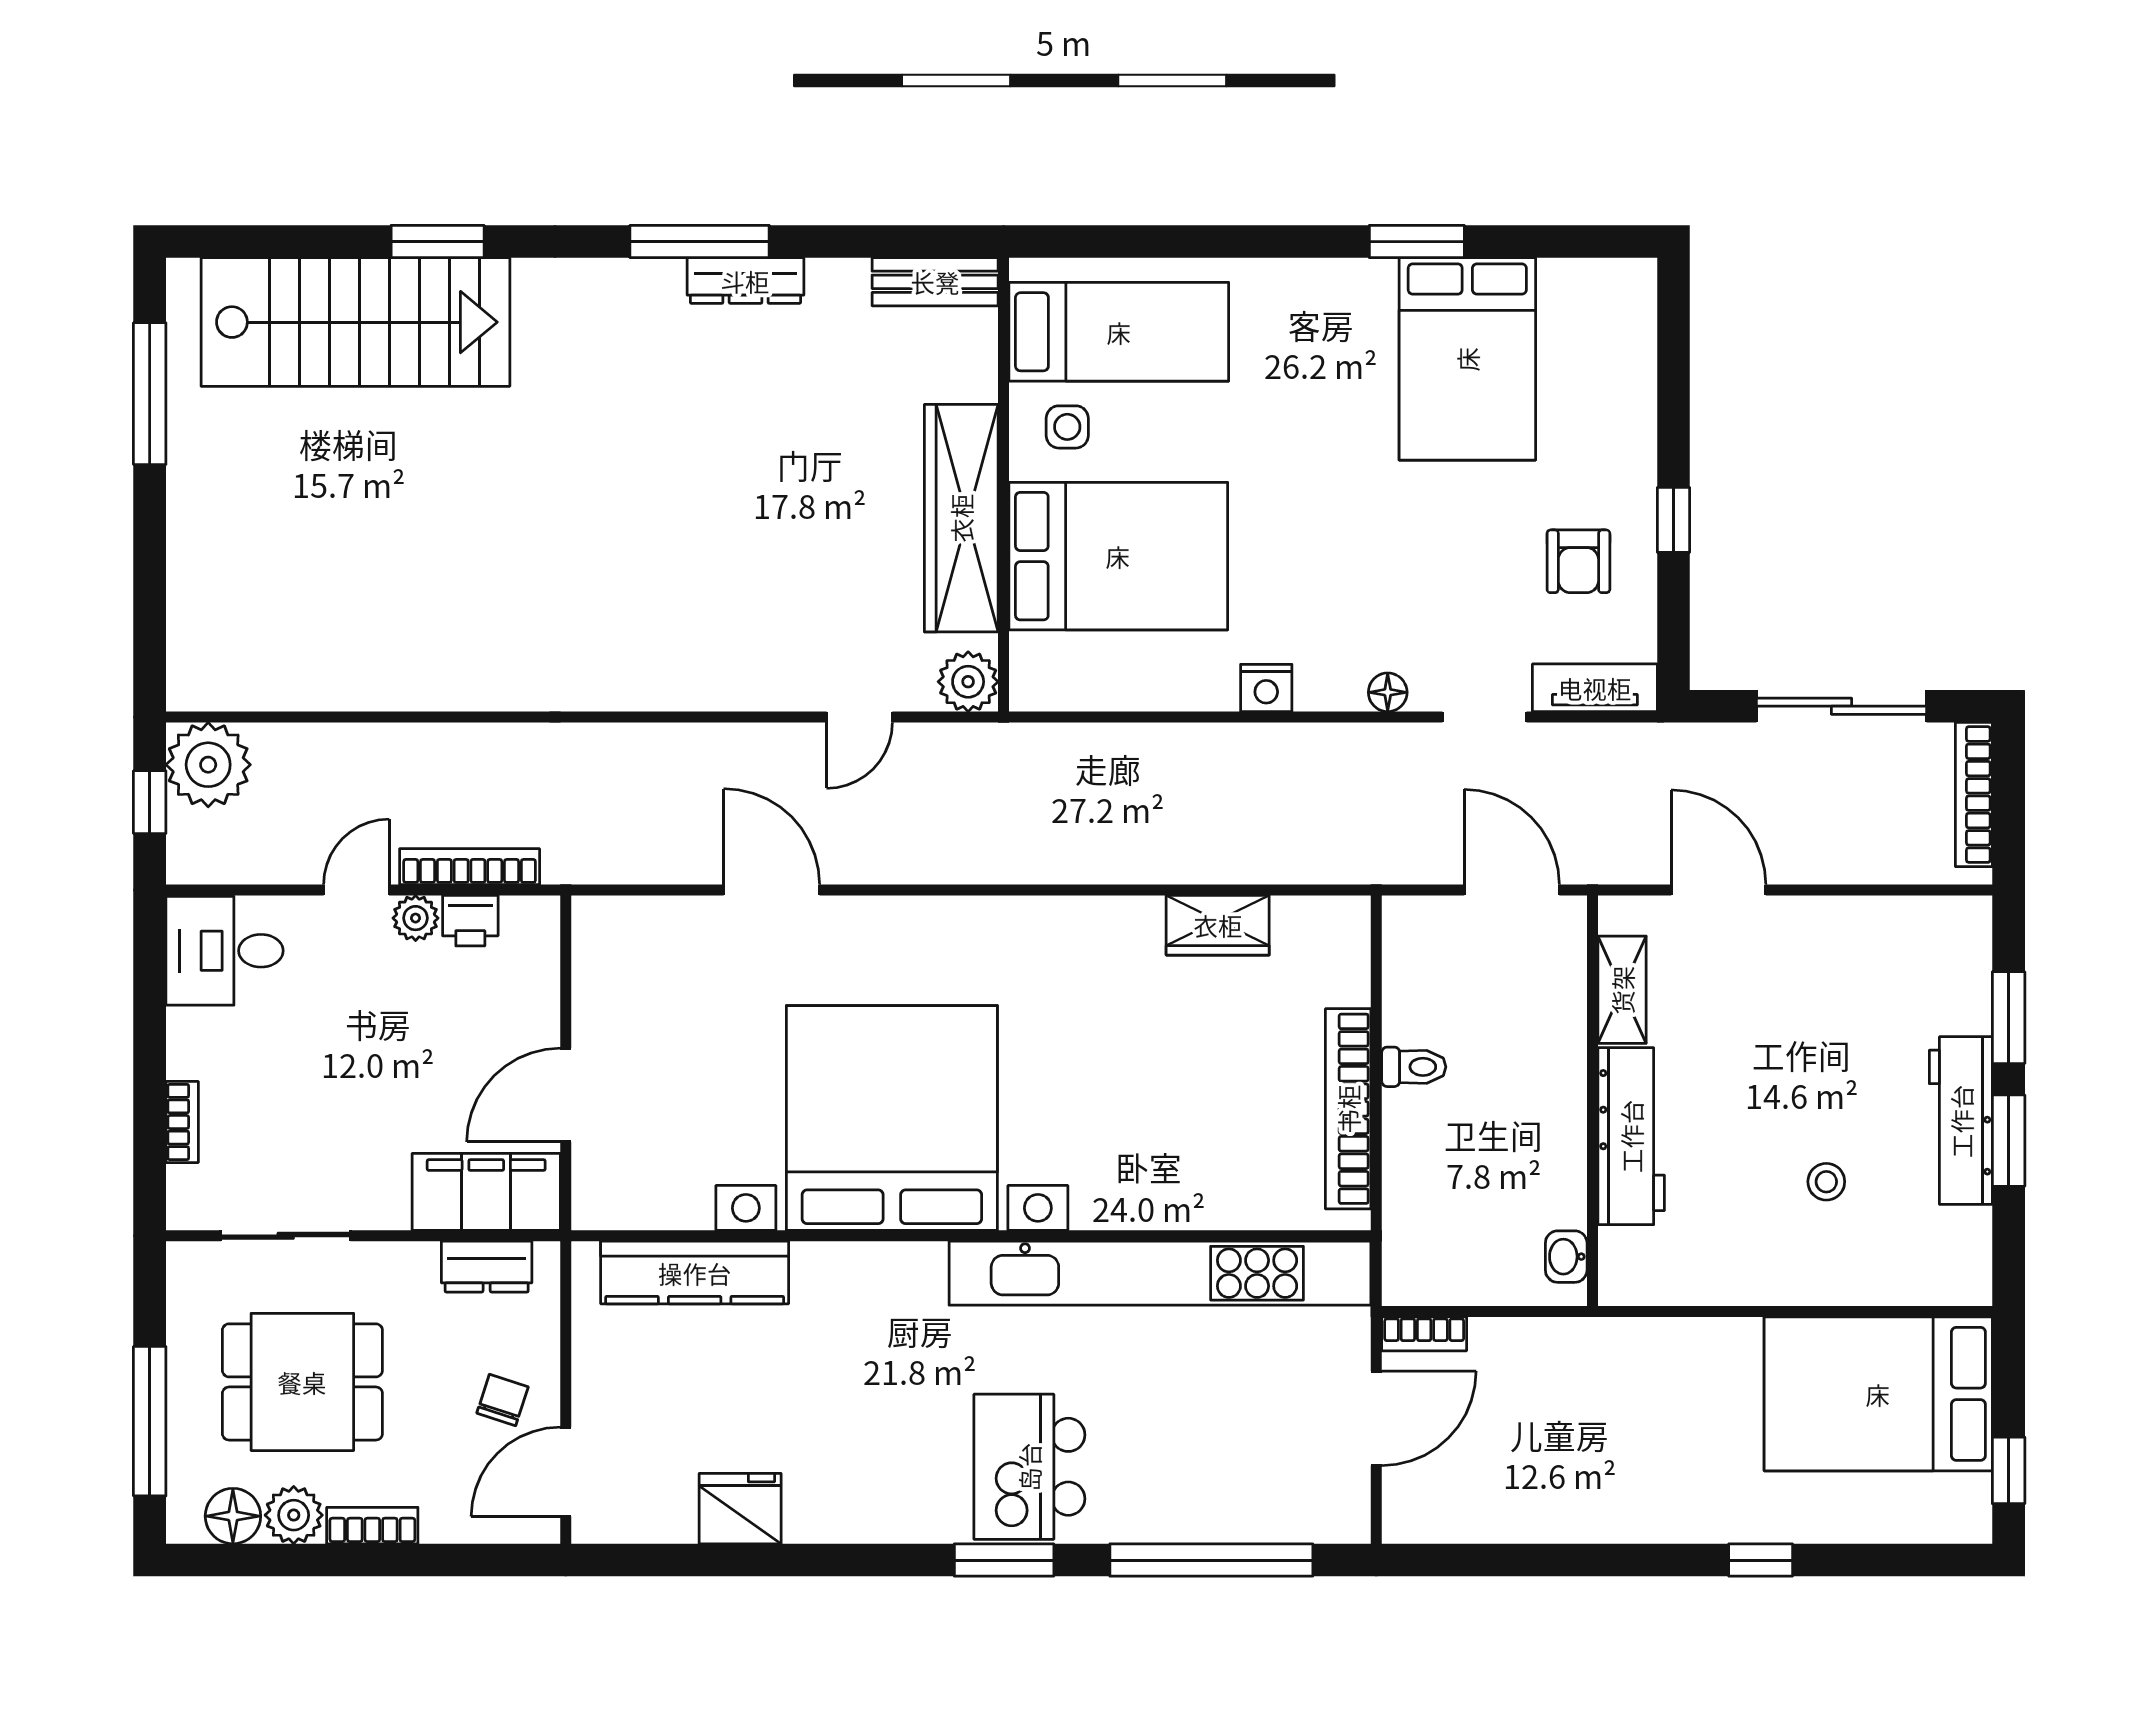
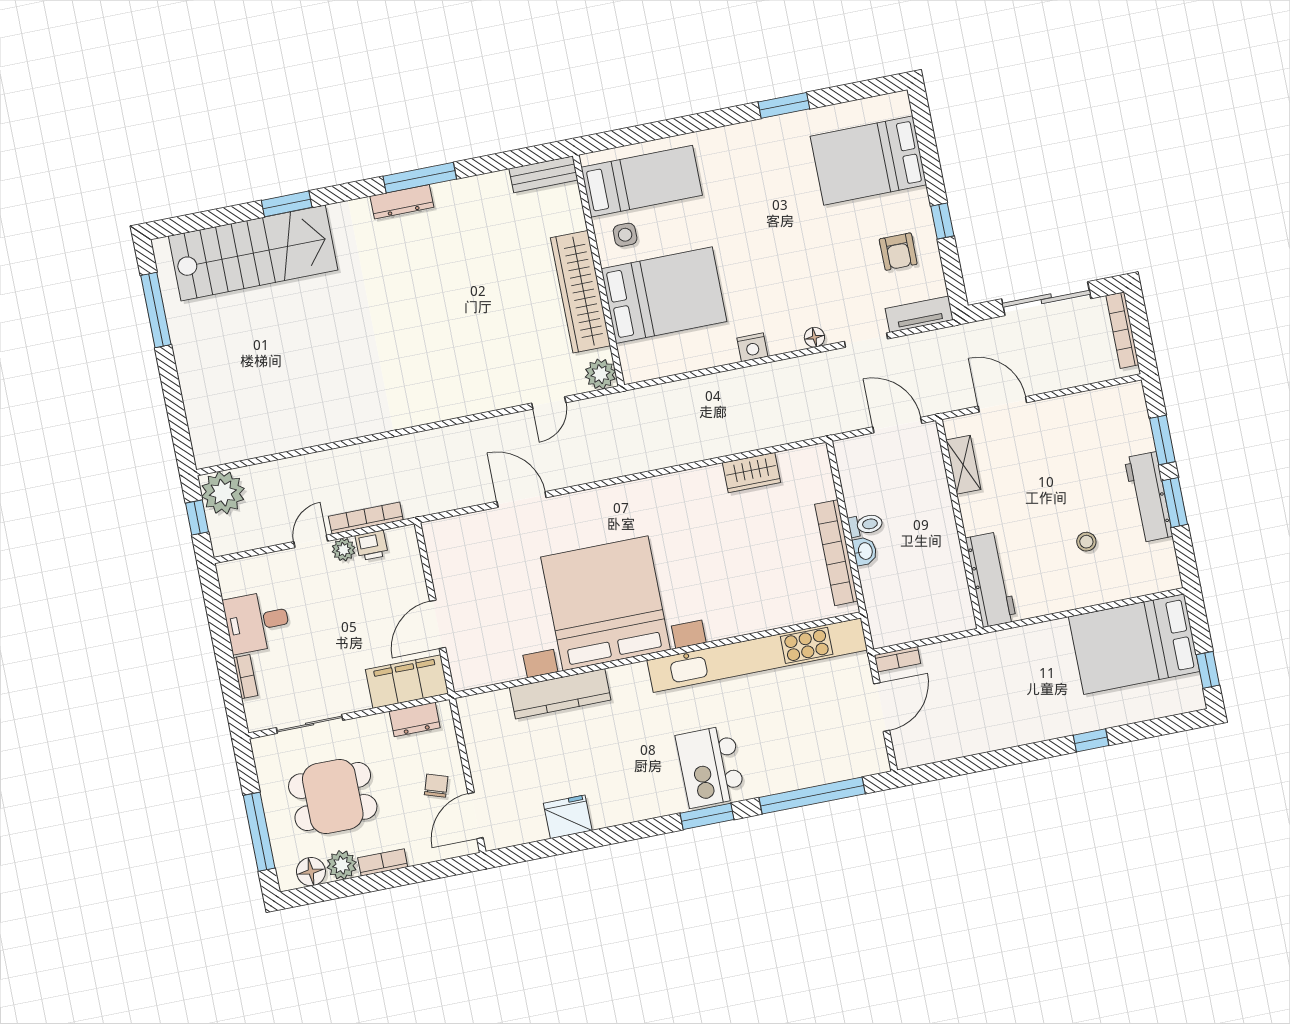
dresser: (745, 281) -> (402, 202), moved
bed: (1467, 359) -> (868, 160), moved, turned 90
desk: (225, 951) -> (257, 622), moved
workbench: (1631, 1136) -> (991, 579), moved
washbasin: (1566, 1257) -> (865, 551), moved, turned 180
kitchen counter: (695, 1273) -> (560, 694), moved

